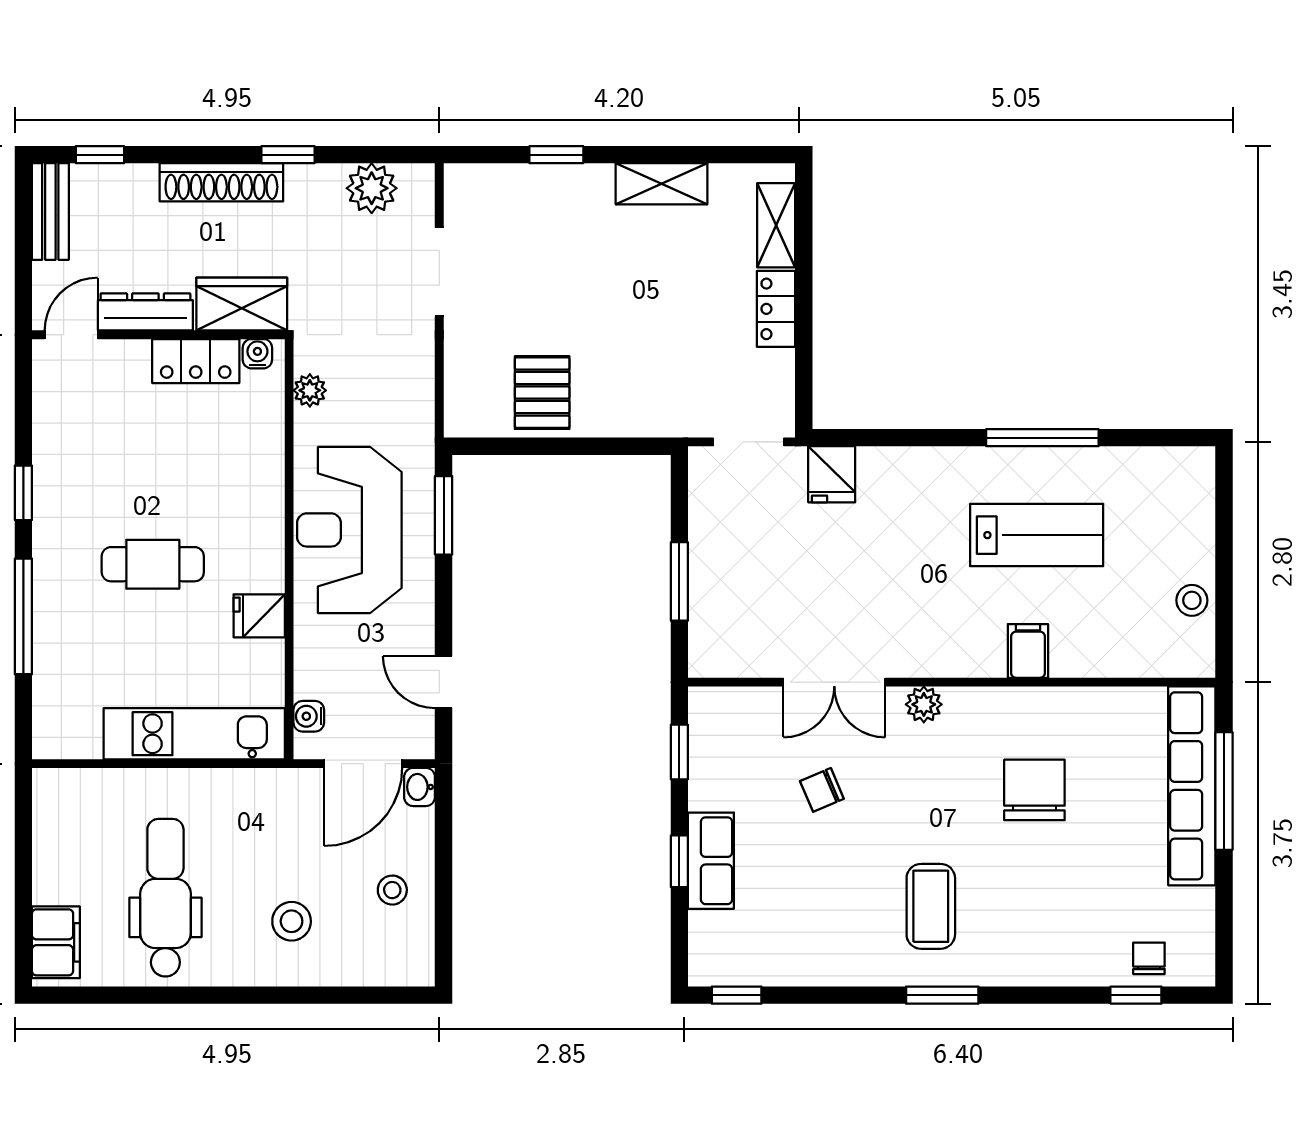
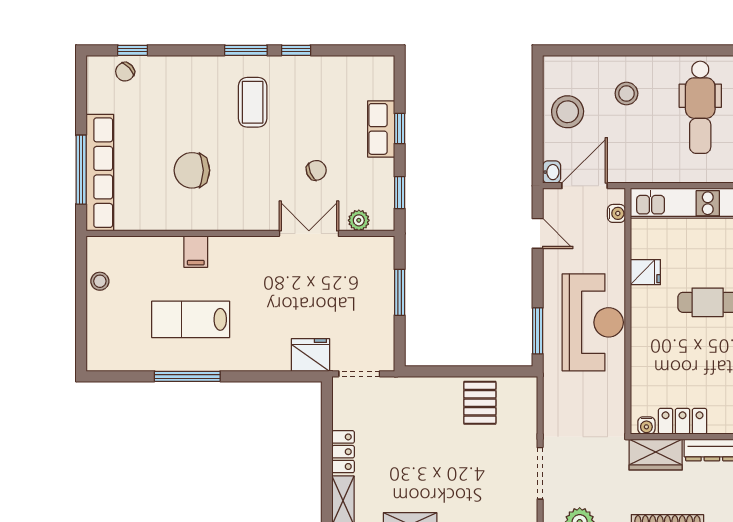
plant: (310, 390) -> (616, 404), removed
fridge: (832, 474) -> (311, 355), width x1.38
plant: (924, 704) -> (359, 220), moved
chair: (1034, 790) -> (192, 170), turned 90
stool: (392, 890) -> (568, 112), width x1.89, depth x1.89
chair: (1149, 958) -> (125, 72), turned 48
window: (737, 995) -> (296, 50), moved

